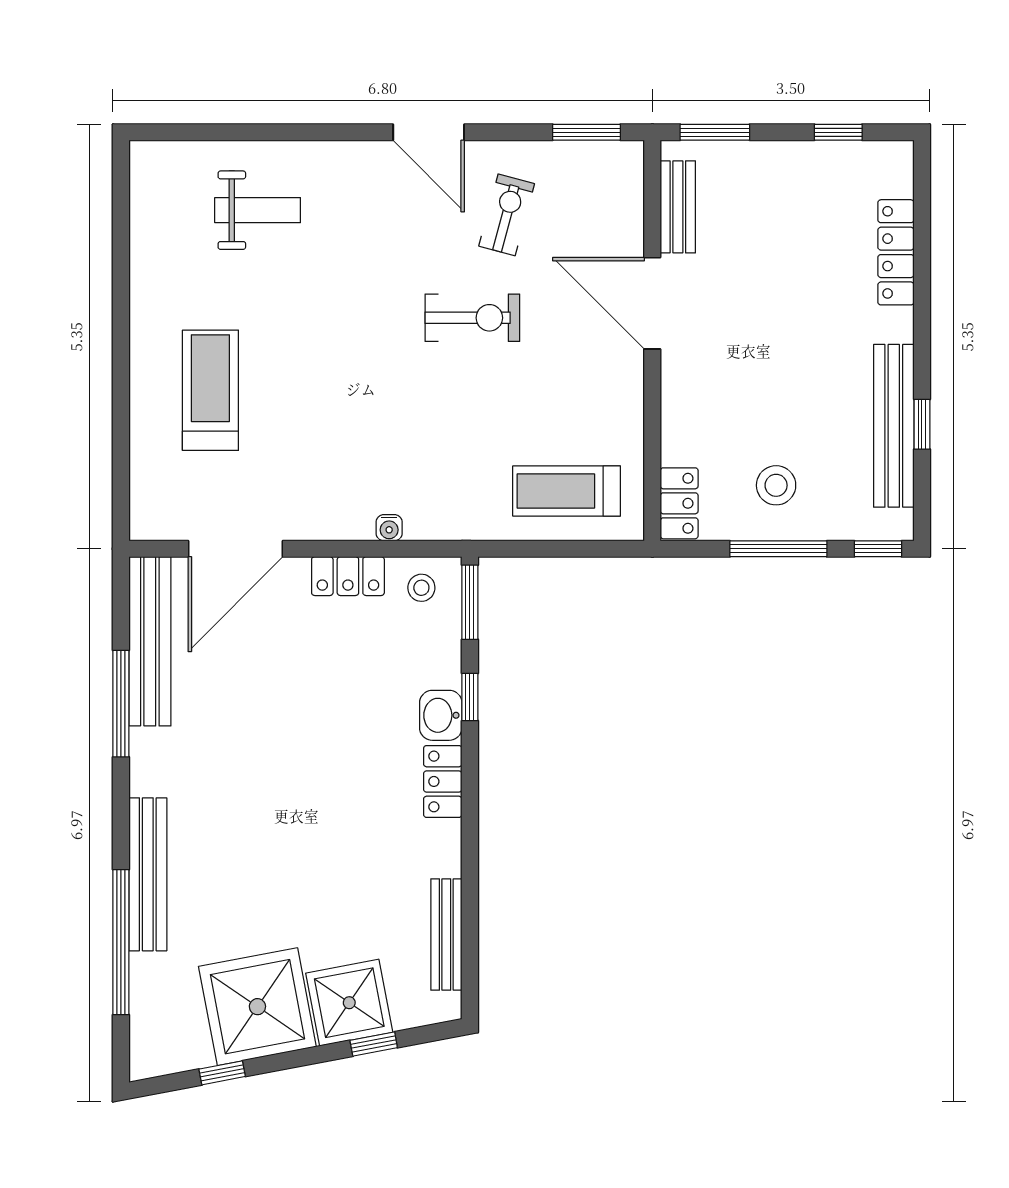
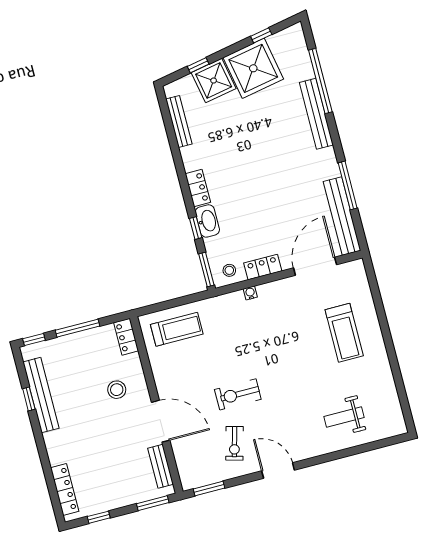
locker: (896, 252) -> (65, 489), moved
stool: (776, 485) -> (117, 390), moved
washbasin: (441, 715) -> (207, 221), width x1.38

